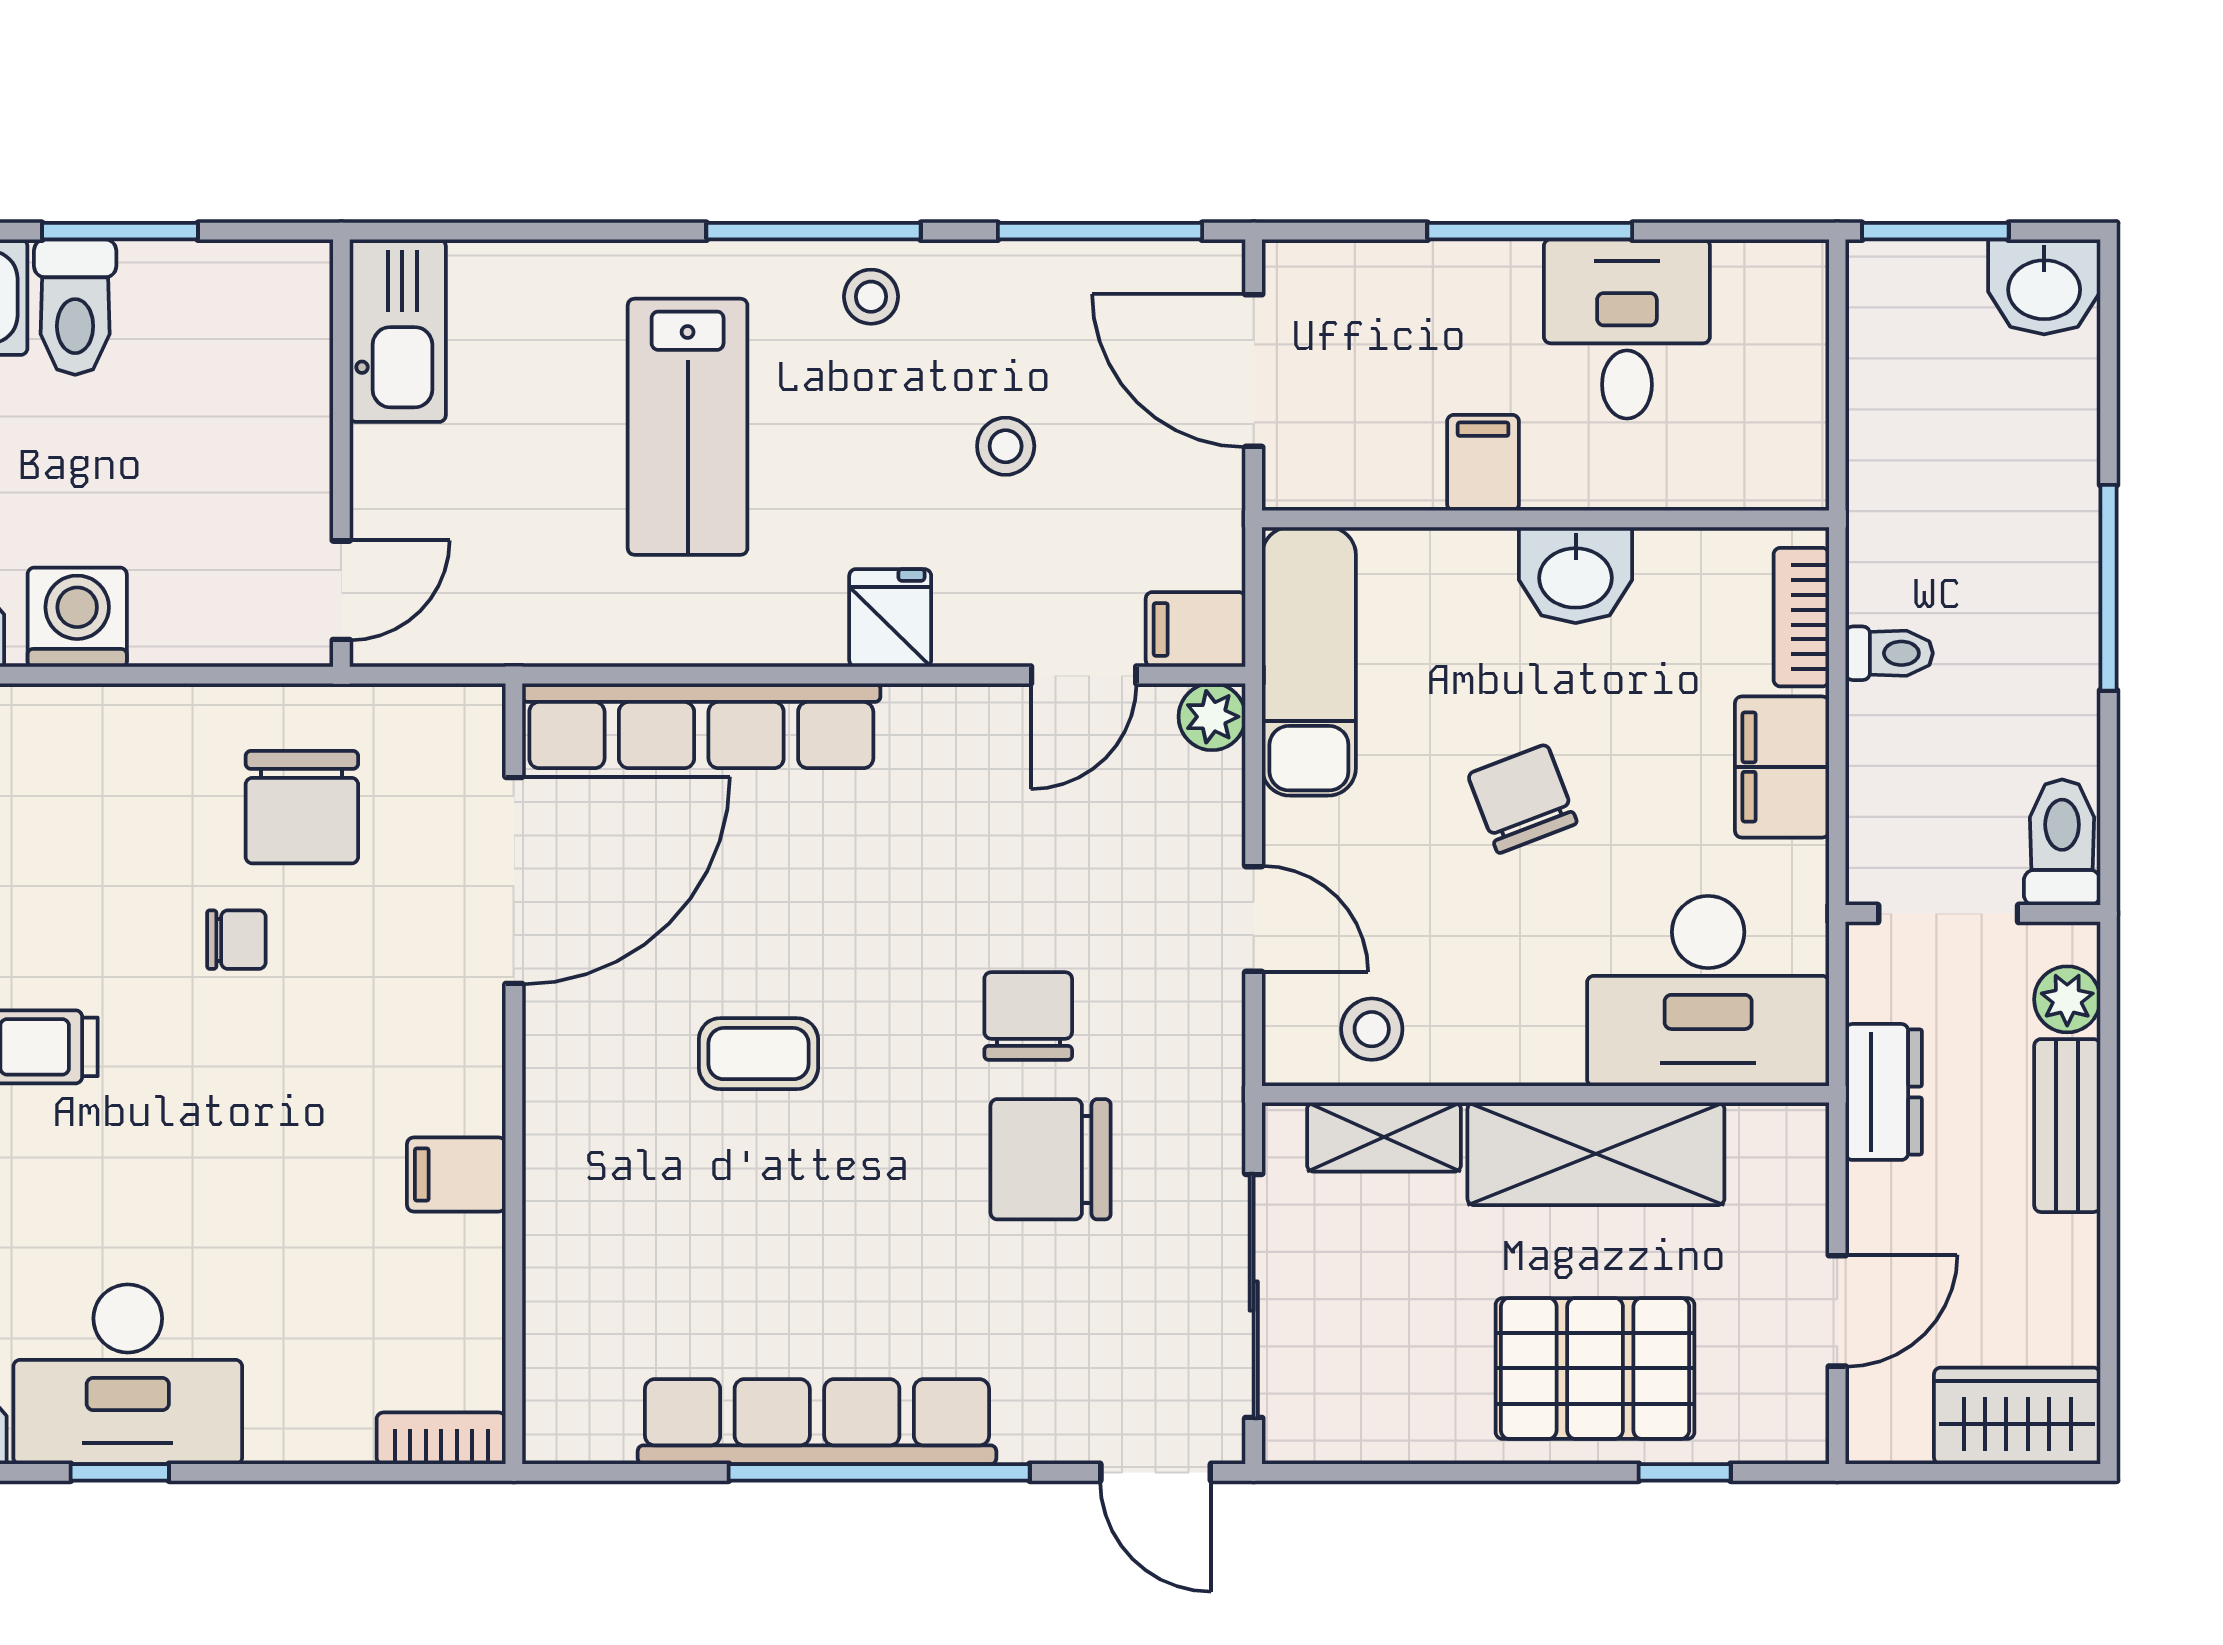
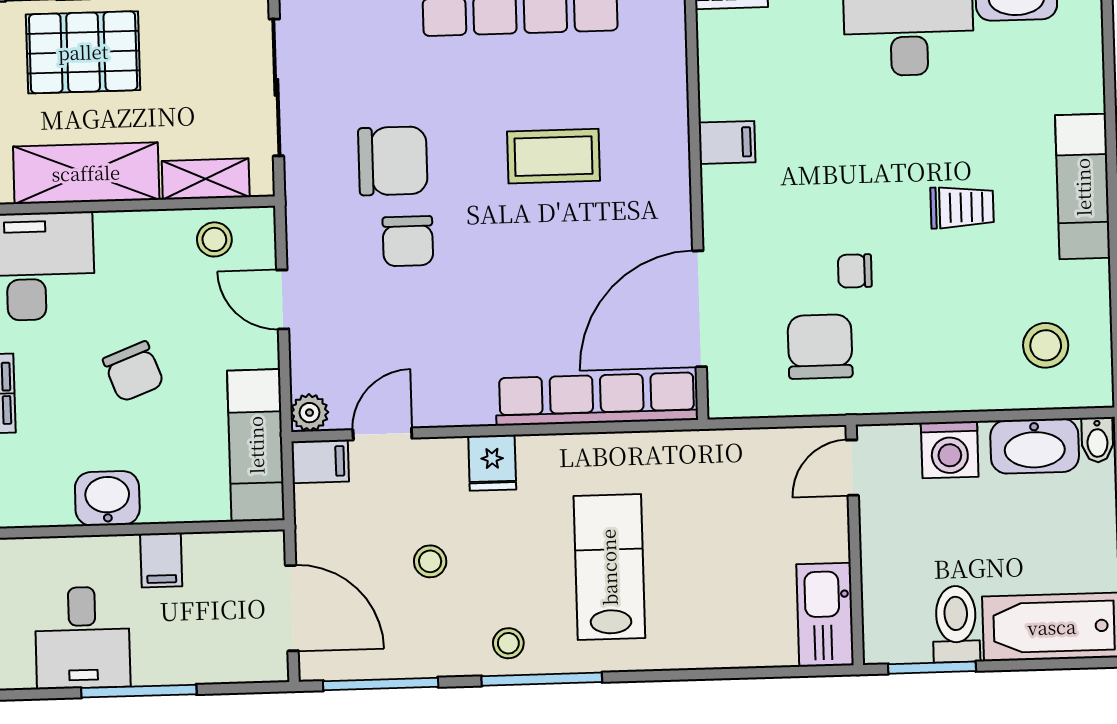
kitchen sink: (398, 331) -> (825, 615), moved
wall: (341, 453) -> (855, 545), moved
door: (341, 590) -> (852, 468), moved
coffee table: (758, 1054) -> (553, 156), moved, width x1.36, depth x1.30

